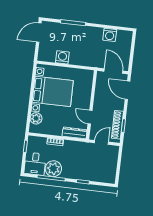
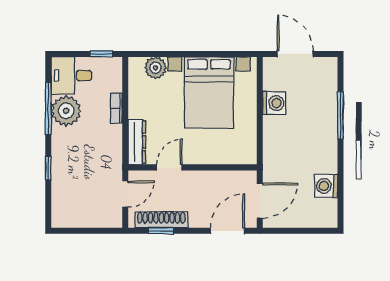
door: (39, 33) -> (295, 54), moved
door: (101, 142) -> (125, 194), hinge flipped

